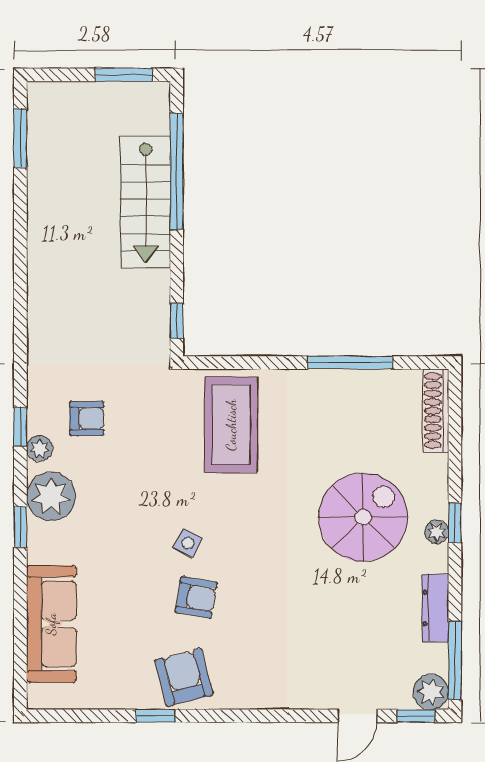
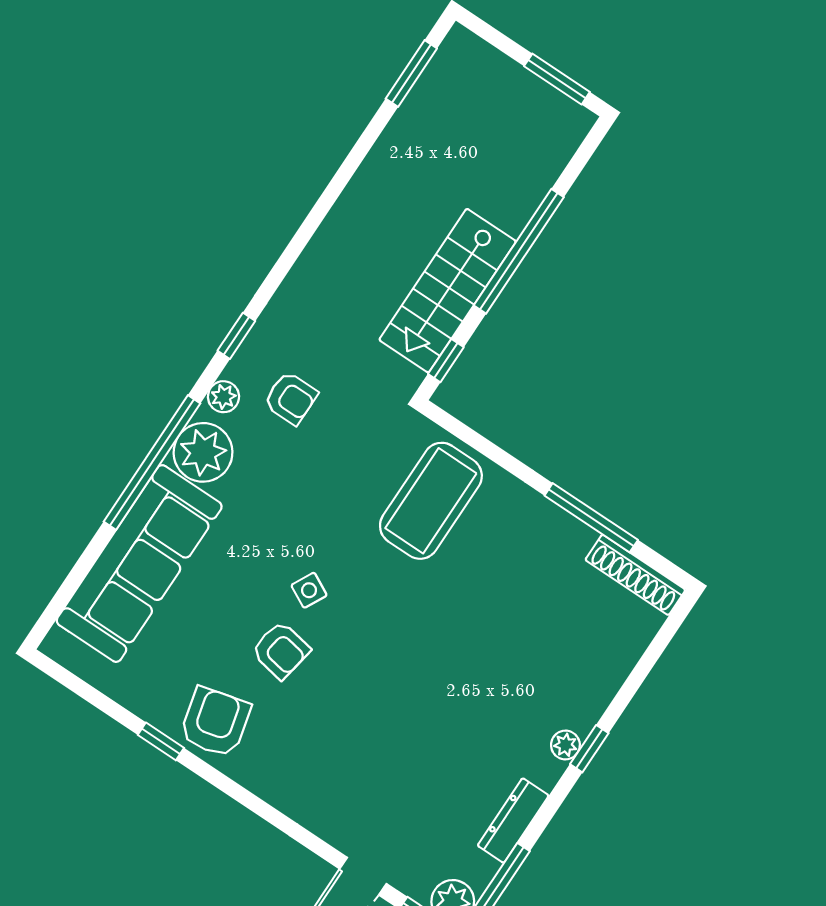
window: (177, 171) -> (519, 251), moved
stairs: (146, 202) -> (448, 291), moved
shoe rack: (436, 411) -> (635, 575), moved, turned -90
window: (20, 427) -> (236, 336), moved
spiral stairs: (363, 517) -> (501, 681), removed
window: (20, 527) -> (152, 462), width x3.17
sofa: (51, 624) -> (139, 564), width x1.36, depth x1.27

